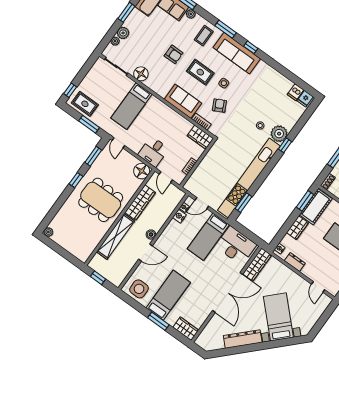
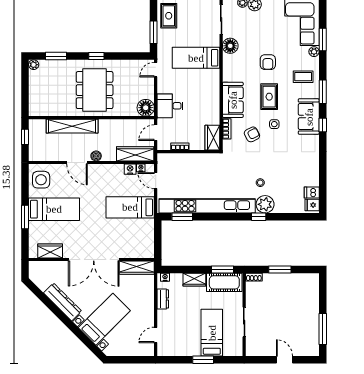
sofa: (237, 53) -> (309, 117), width x0.73
window: (93, 156) -> (56, 56), moved
wardrobe: (140, 202) -> (135, 154), moved, turned 180
desk: (236, 246) -> (140, 237), removed
wardrobe: (186, 329) -> (50, 251), moved, turned -90

